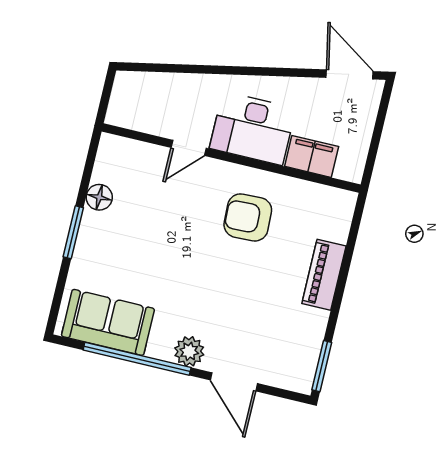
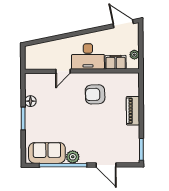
plant: (358, 150) -> (134, 55), added
plant: (189, 351) -> (73, 157), moved

